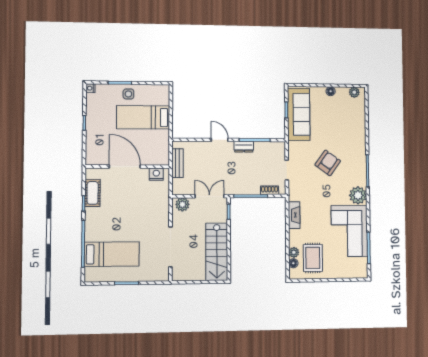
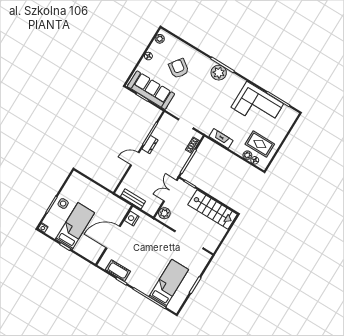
bed: (143, 117) -> (75, 226), moved, turned 180
armchair: (328, 163) -> (179, 68), moved
plant: (358, 195) -> (219, 73), moved

